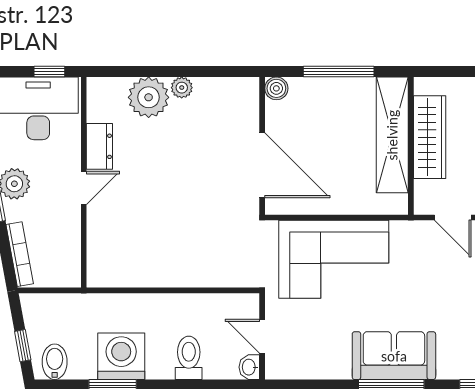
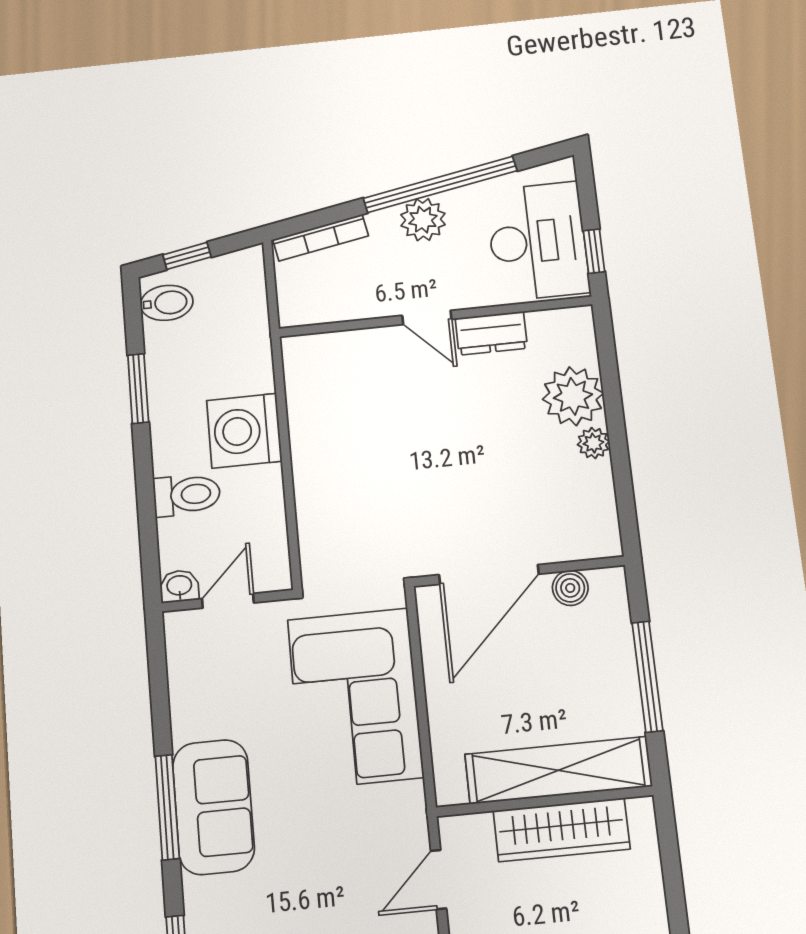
boiler: (276, 88) -> (570, 588), moved
washing machine: (121, 356) -> (244, 431), moved, turned 180

